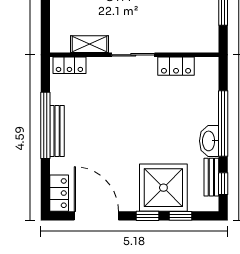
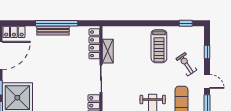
locker: (69, 65) -> (94, 44), width x1.53

